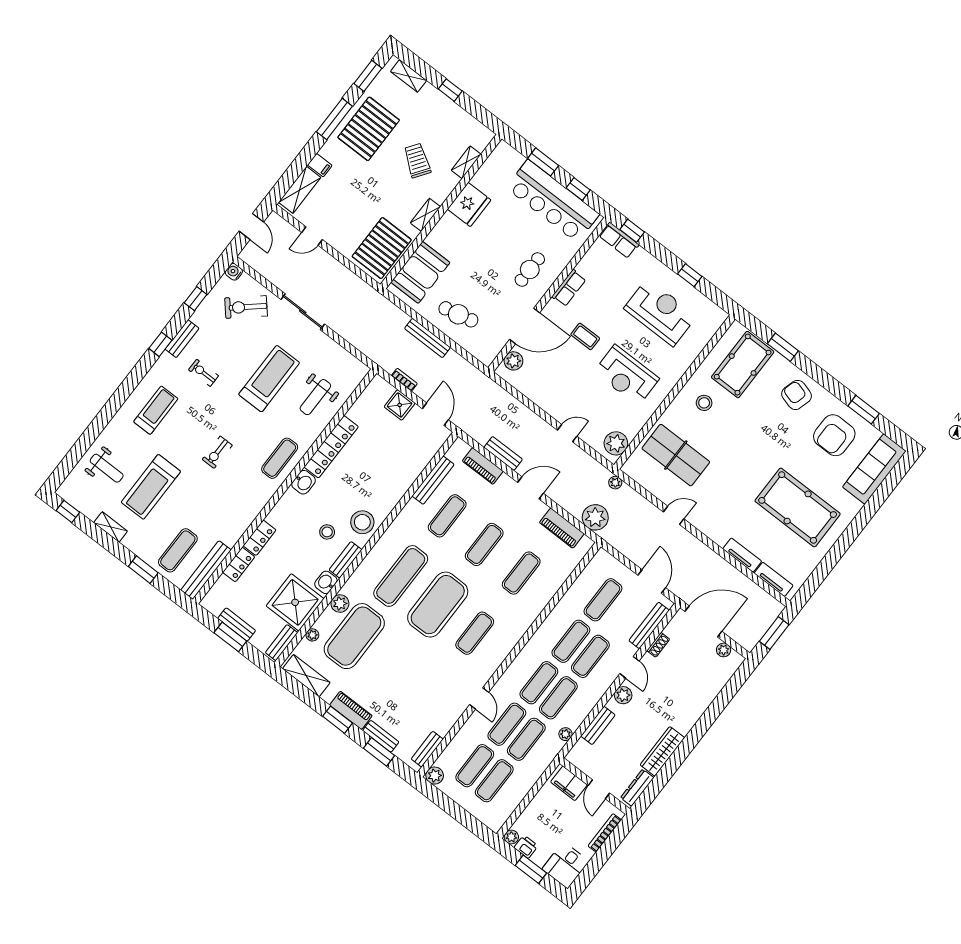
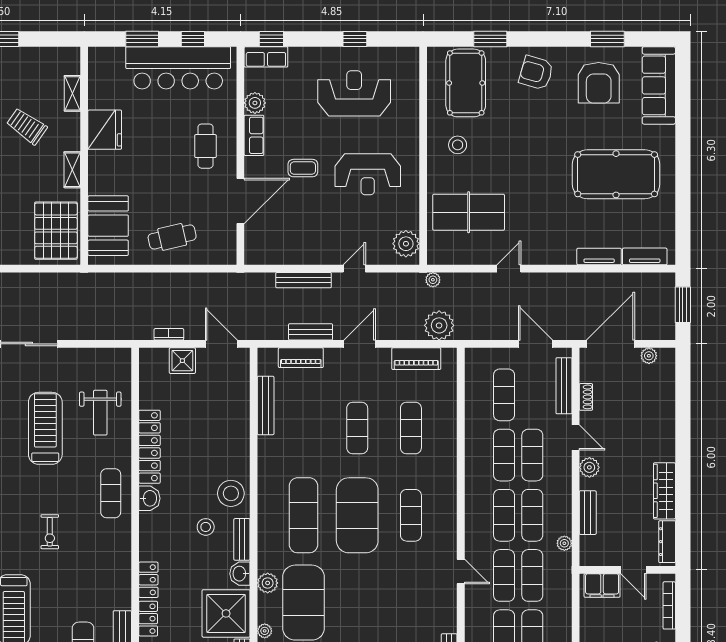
bench: (427, 338) -> (304, 280), moved
plant: (513, 361) -> (255, 103), moved
exercise mat: (447, 516) -> (303, 428), removed

